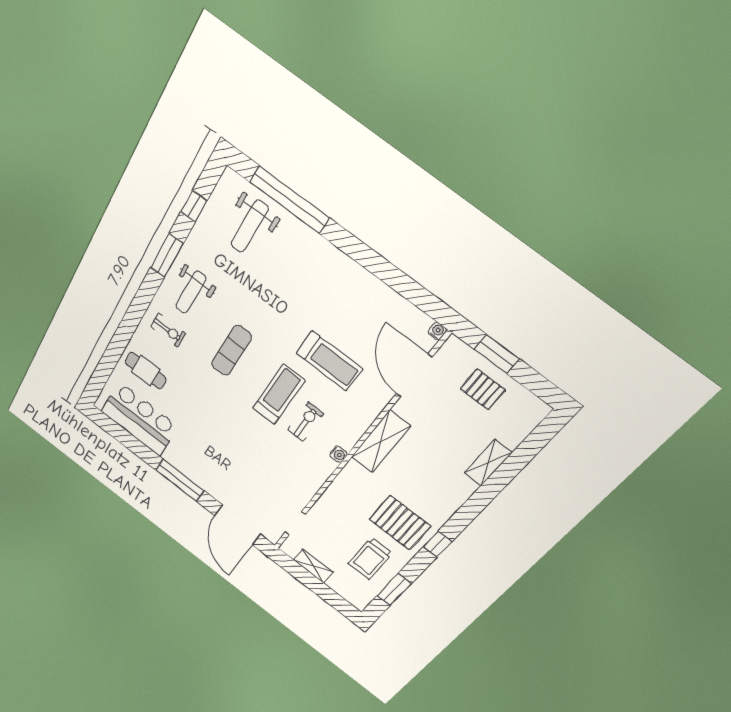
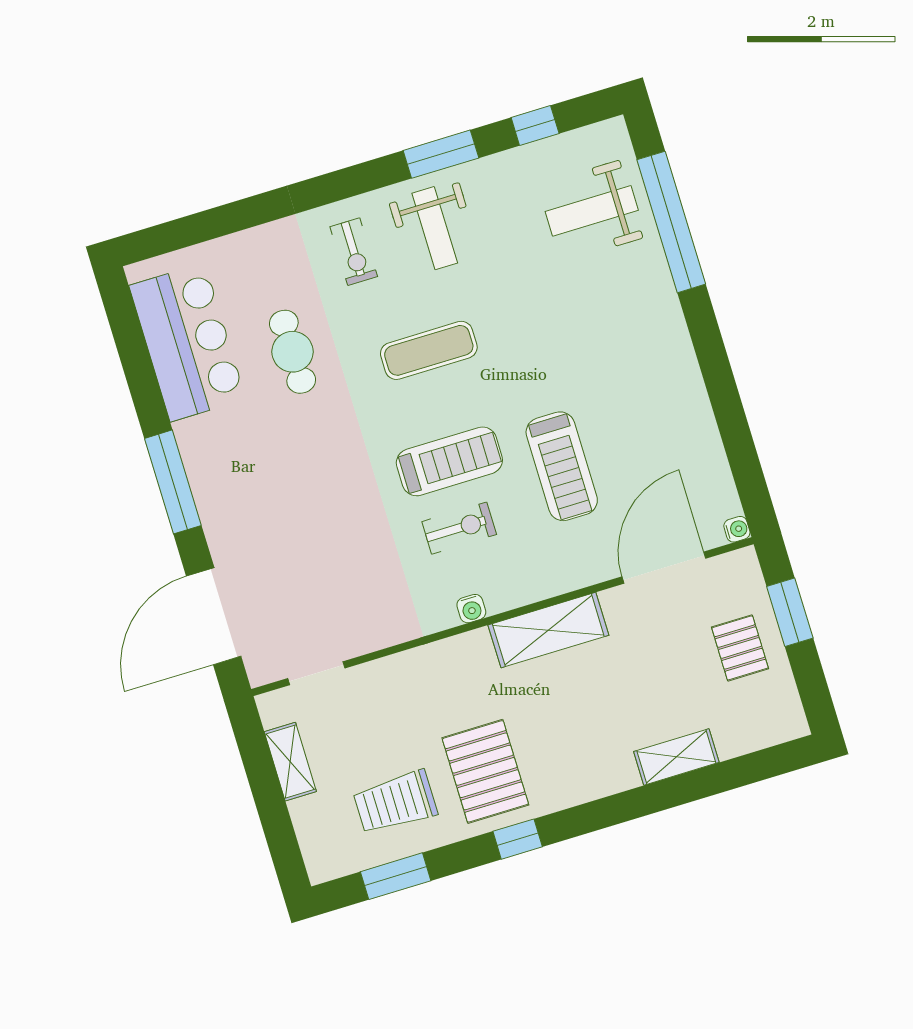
weight bench: (191, 292) -> (435, 228), turned -90
cafe table: (146, 371) -> (292, 352), moved

